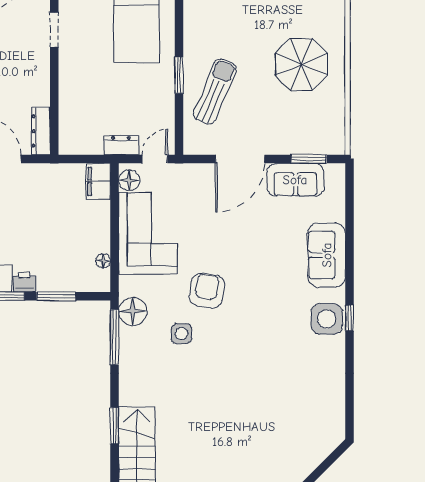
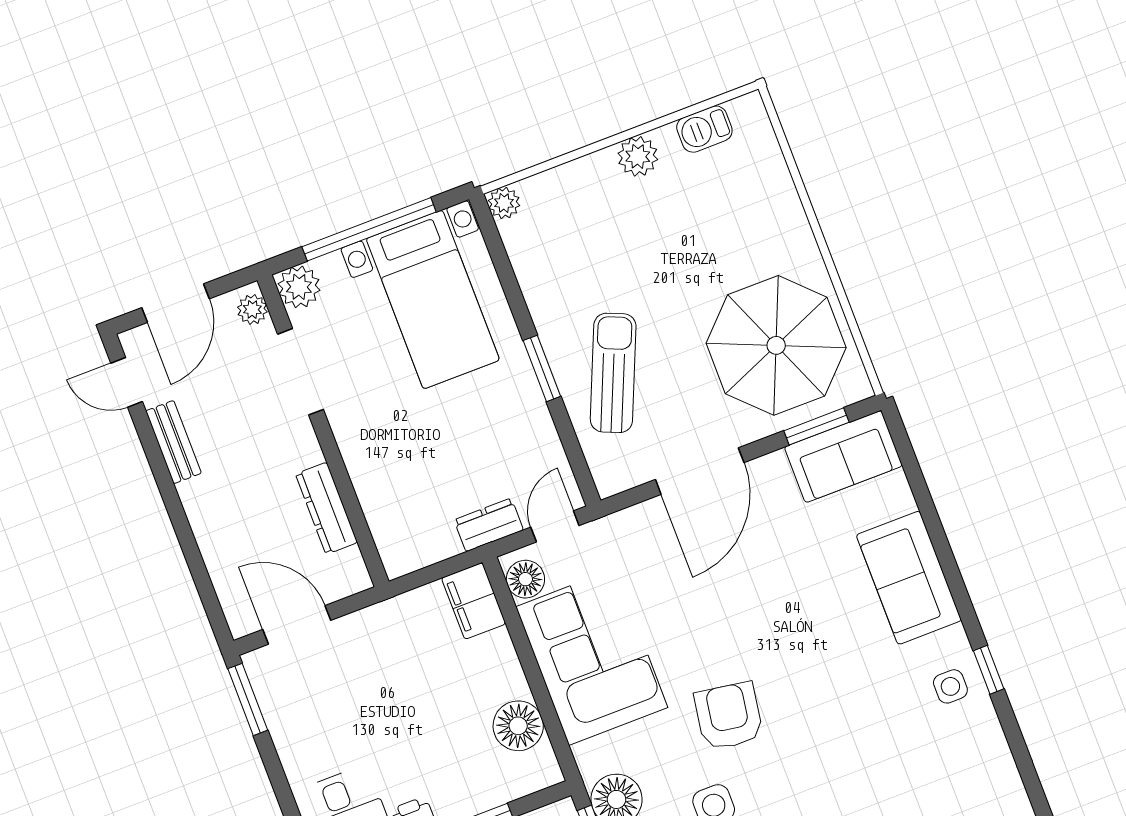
doorway: (54, 30) -> (301, 372), width x1.38
parasol: (301, 64) -> (776, 345), moved, width x1.36, depth x1.36
dresser: (41, 131) -> (326, 508), moved
sofa: (295, 180) -> (843, 456), moved
floor lamp: (103, 261) -> (518, 726), width x1.89, depth x1.89
side table: (327, 319) -> (950, 686), width x0.54, depth x0.54

